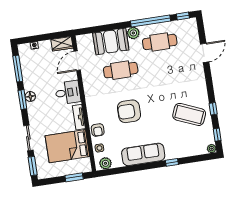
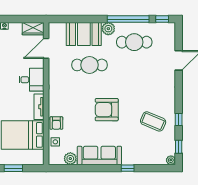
armchair: (129, 111) -> (107, 110), moved
coffee table: (189, 114) -> (153, 121), width x0.73, depth x0.76
plant: (105, 163) -> (70, 159), moved
window: (74, 177) -> (13, 168), moved

